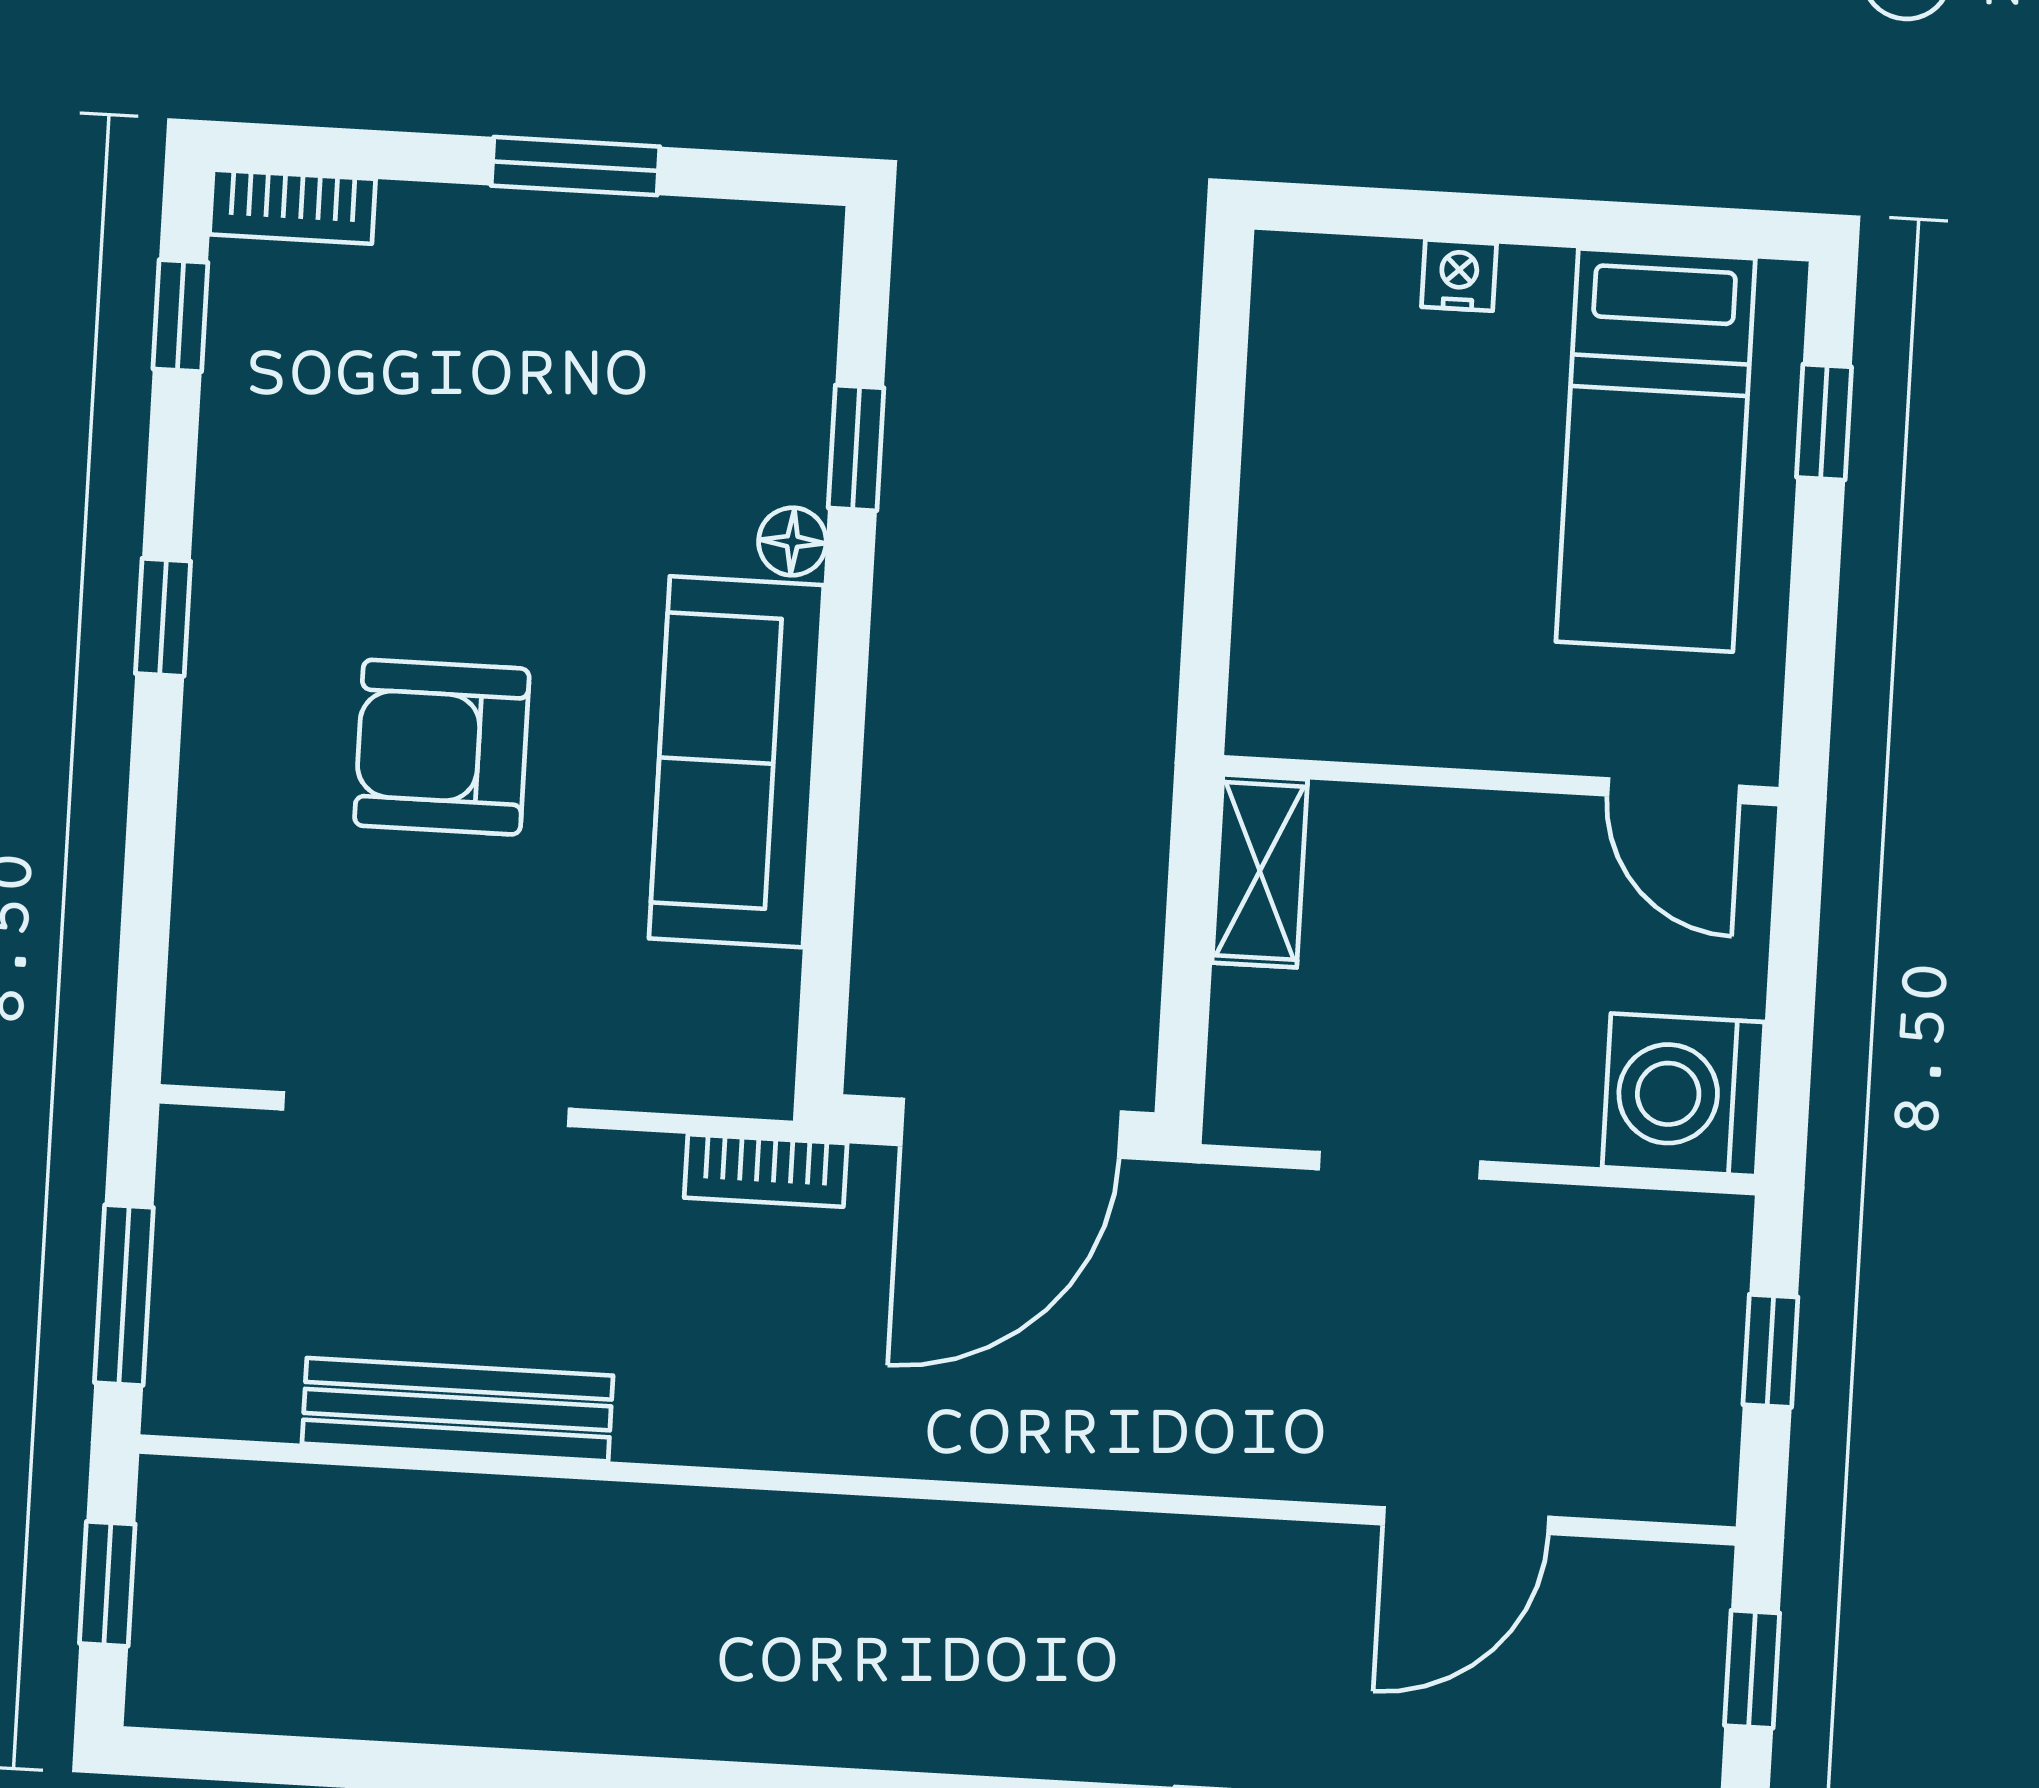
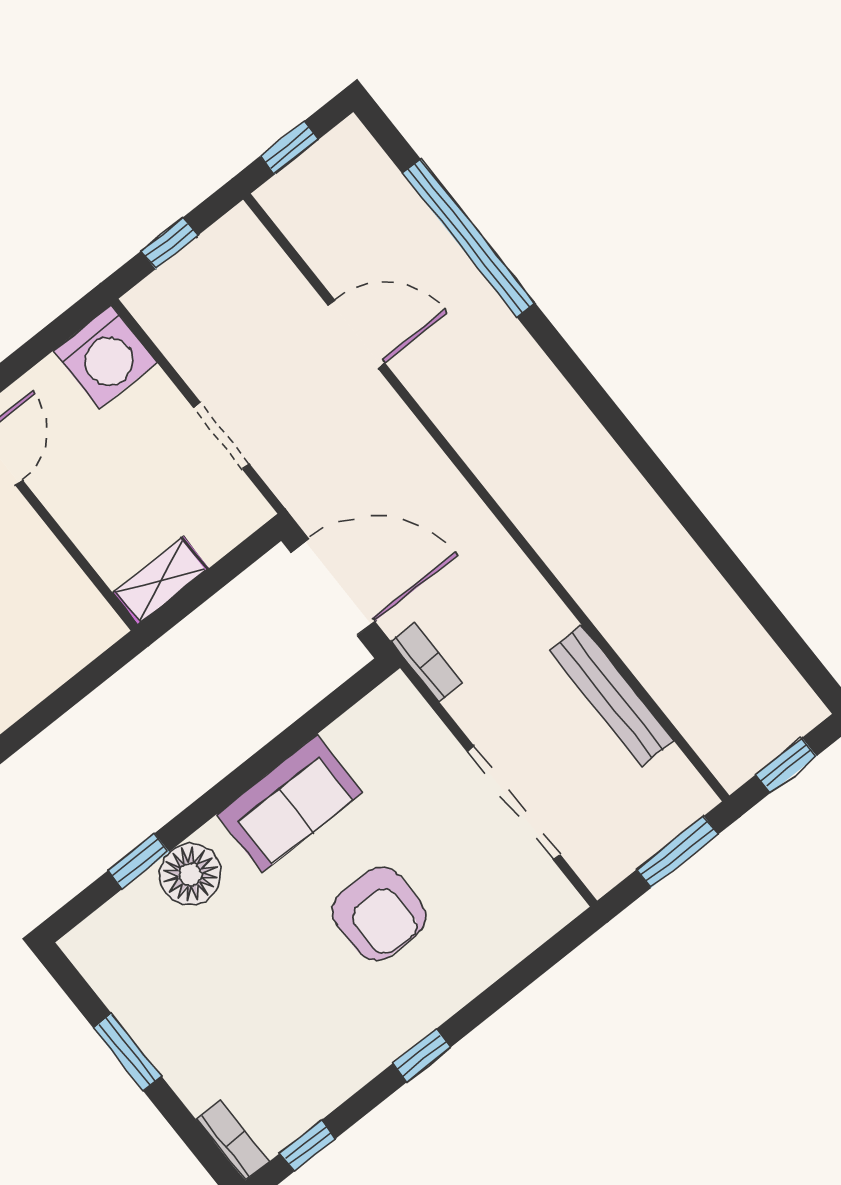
floor lamp: (792, 542) -> (190, 874), width x1.89, depth x1.89
sofa: (736, 762) -> (290, 803), width x0.73
door: (1466, 1521) -> (356, 334), moved

